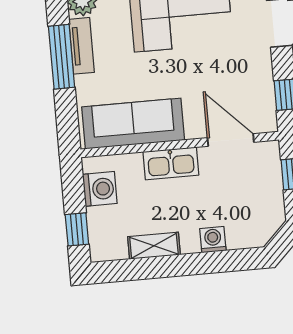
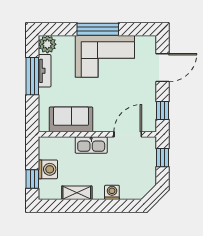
sofa: (133, 124) -> (71, 119), width x0.73
door: (231, 140) -> (128, 134), hinge flipped
washing machine: (100, 189) -> (48, 169), moved

